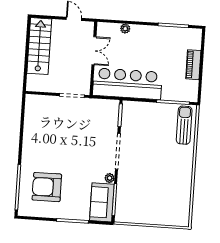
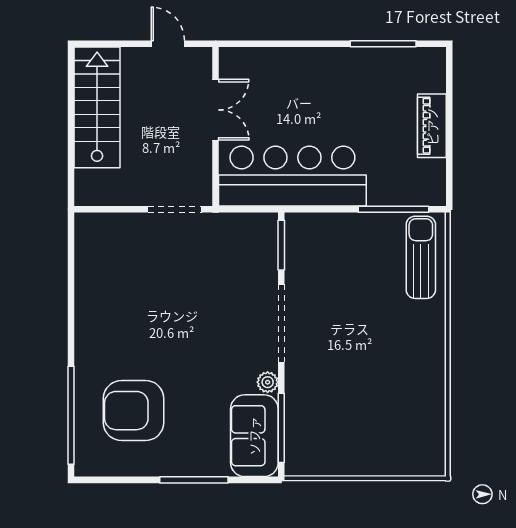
plant: (125, 29) -> (280, 58), removed

